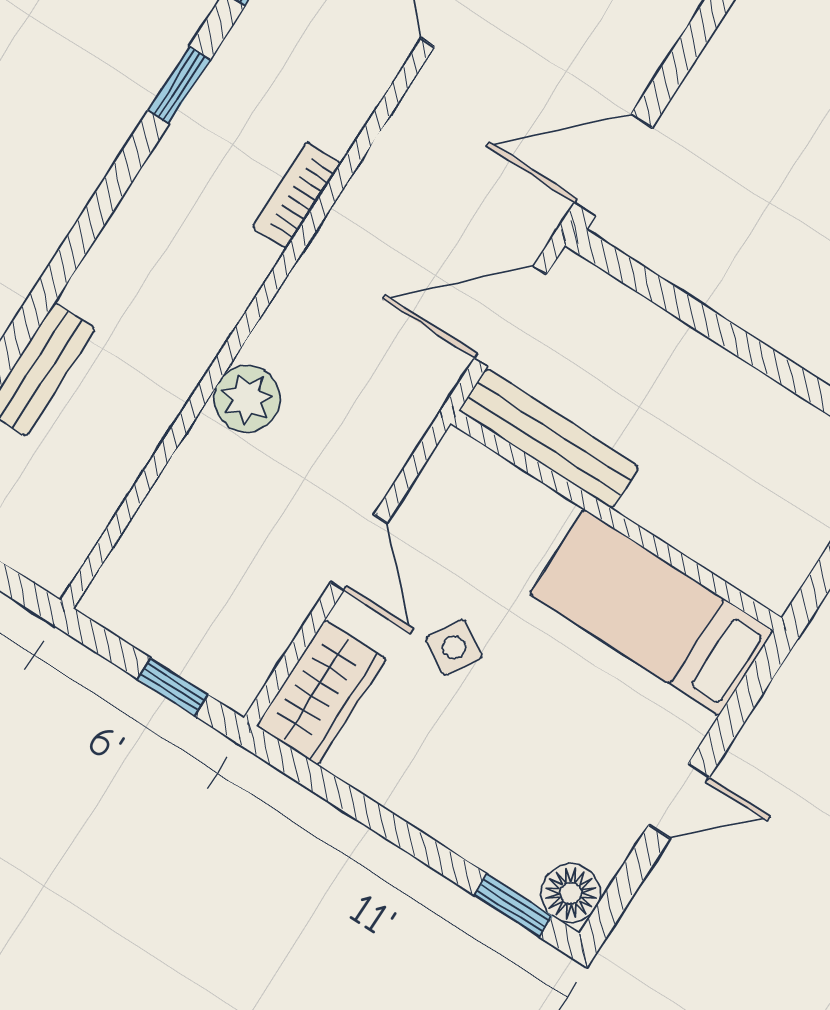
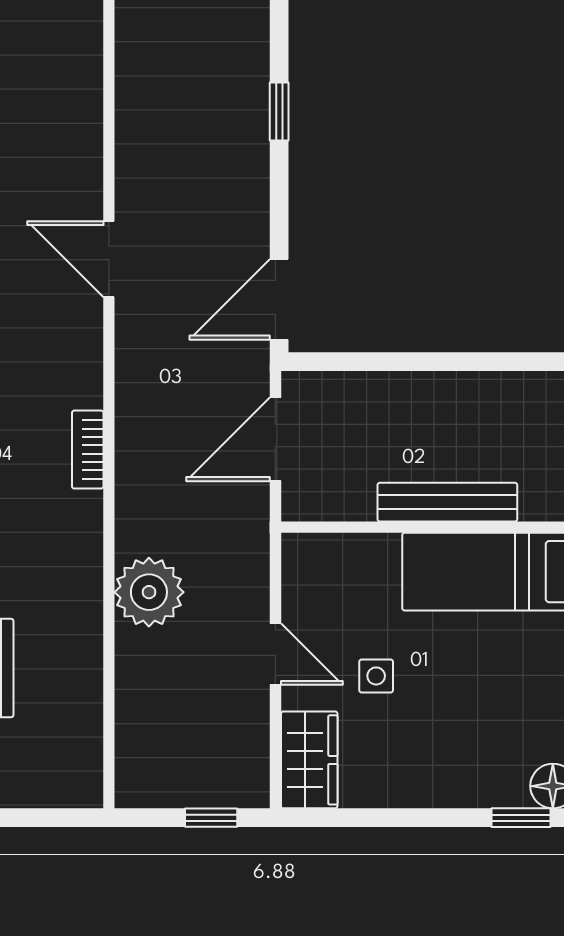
plant: (247, 399) -> (149, 592), width x1.36, depth x1.36
bench: (549, 438) -> (447, 502), moved
side table: (454, 648) -> (376, 676), turned -30

